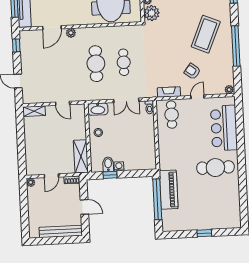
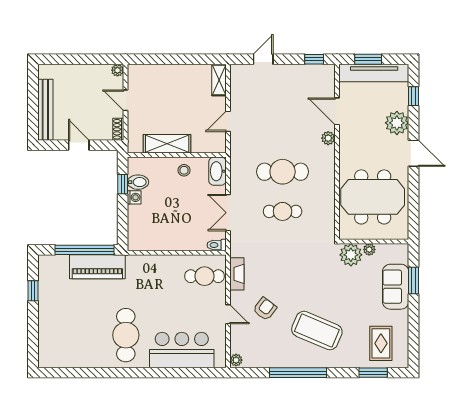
shelving: (81, 156) -> (167, 144), moved
door: (84, 207) -> (79, 145), swing flipped
window: (204, 233) -> (33, 291), moved

